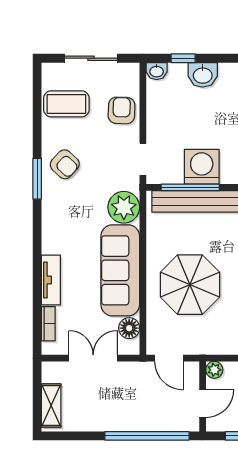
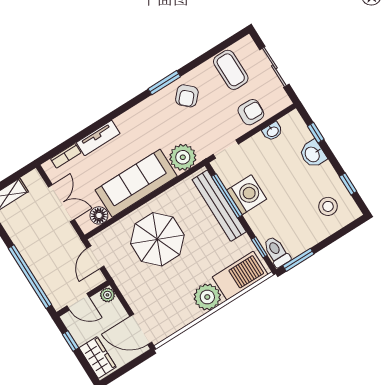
washbasin: (157, 71) -> (273, 131), moved, turned -90

